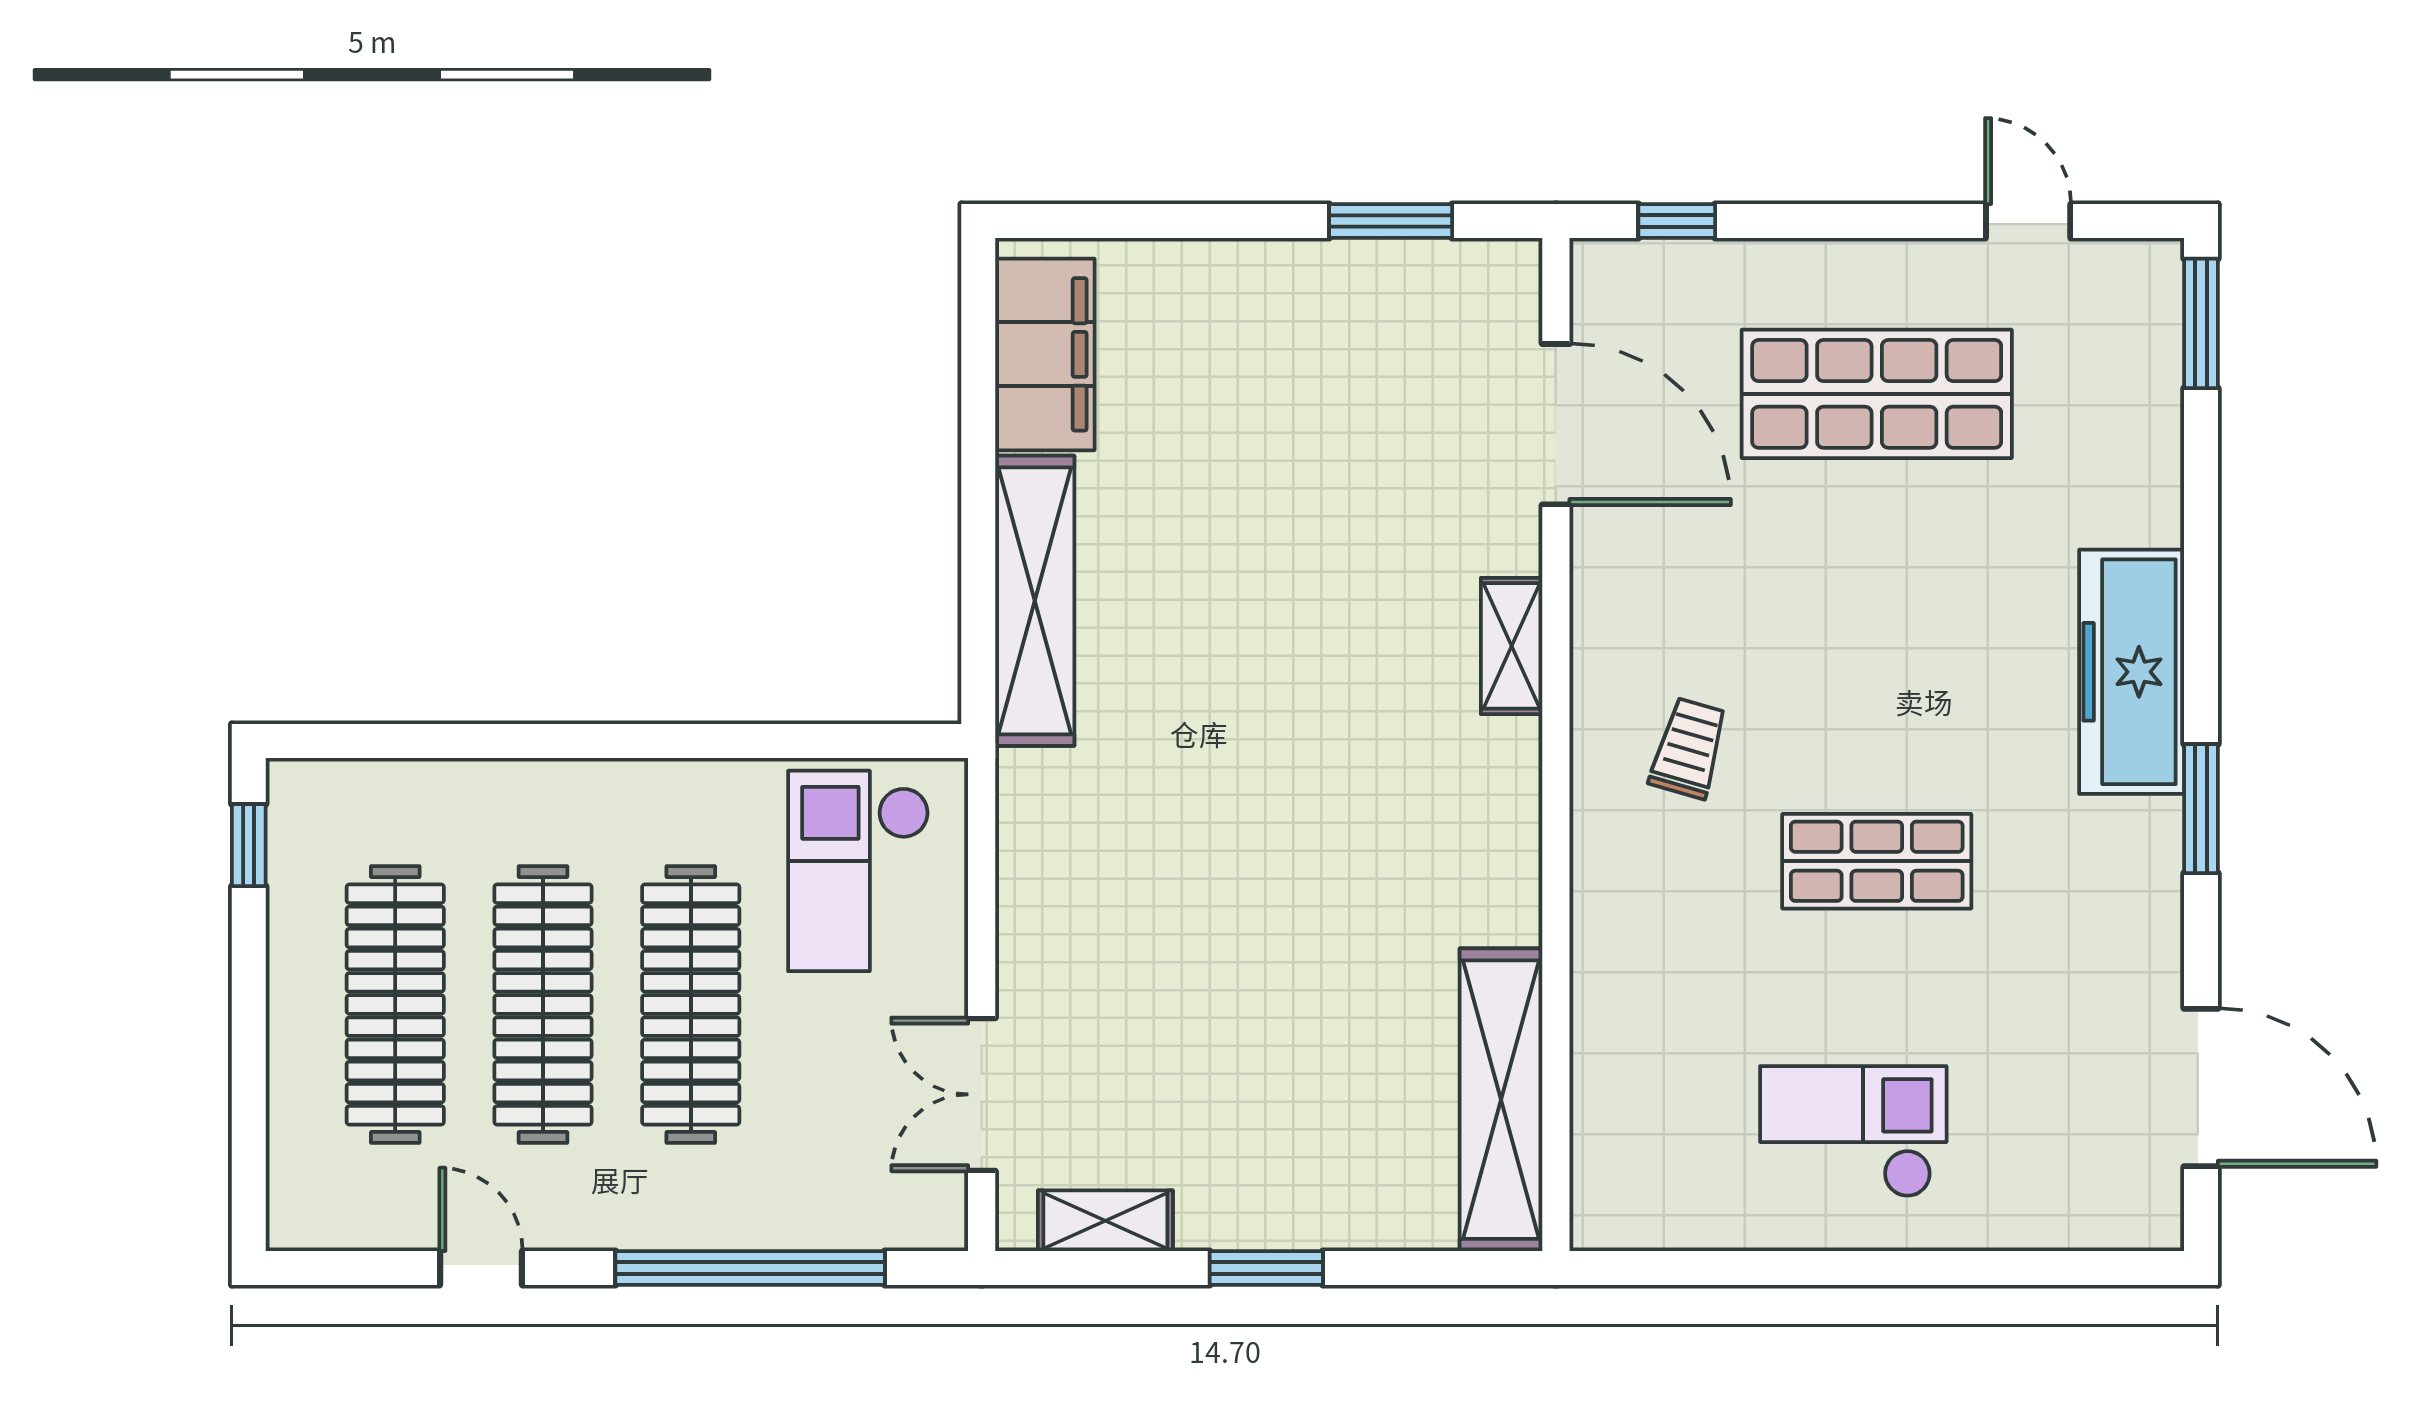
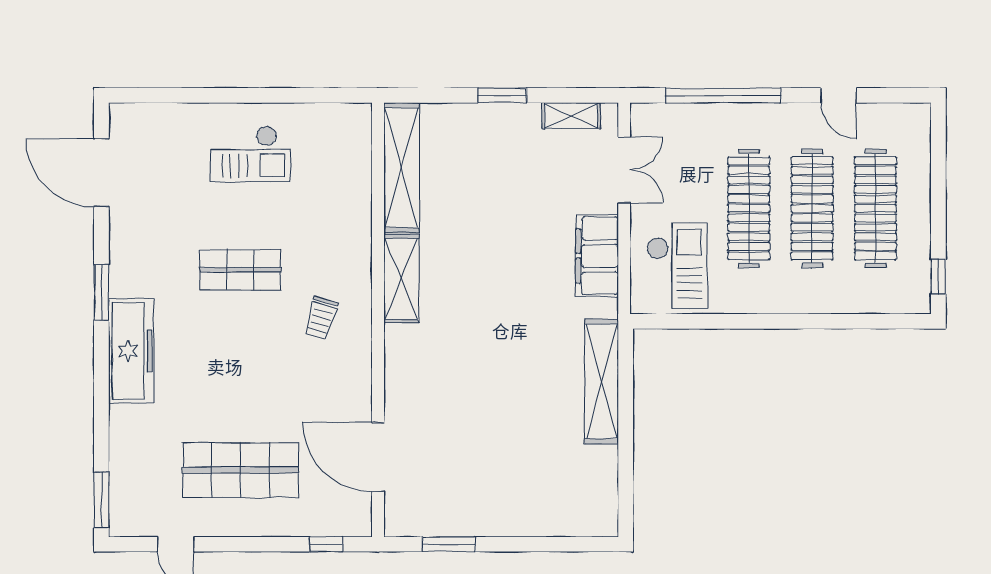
filing cabinet: (1045, 354) -> (597, 256), moved
shelving: (1512, 646) -> (401, 279), moved, width x1.50, depth x1.33

